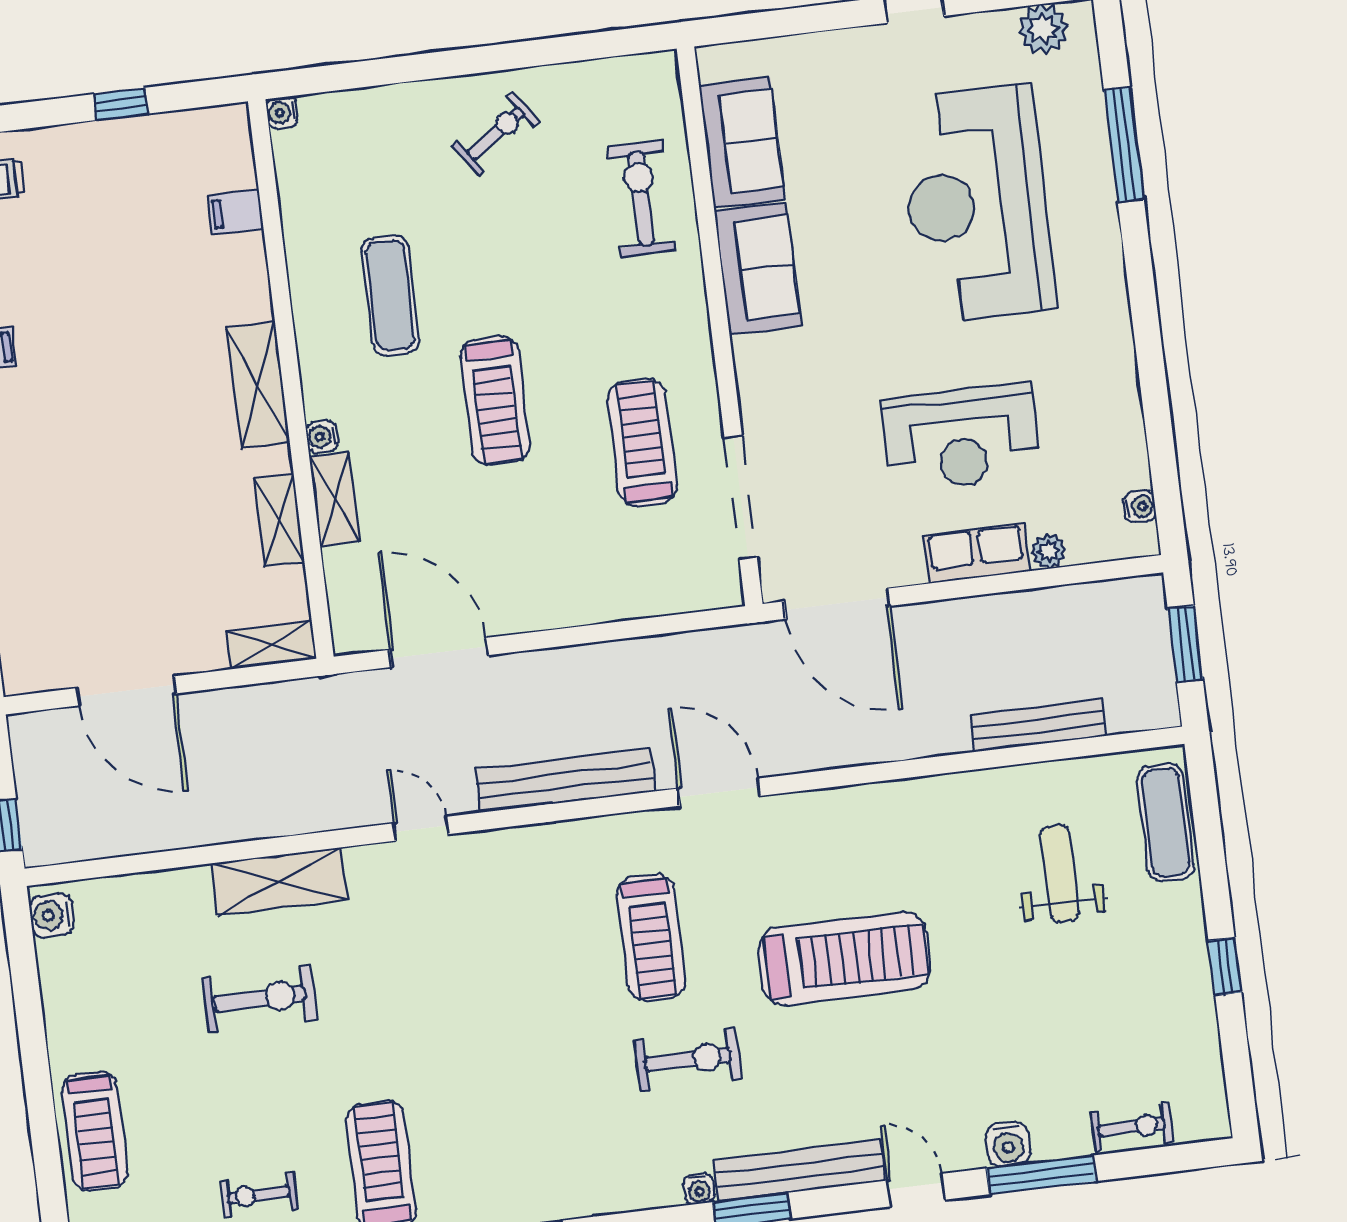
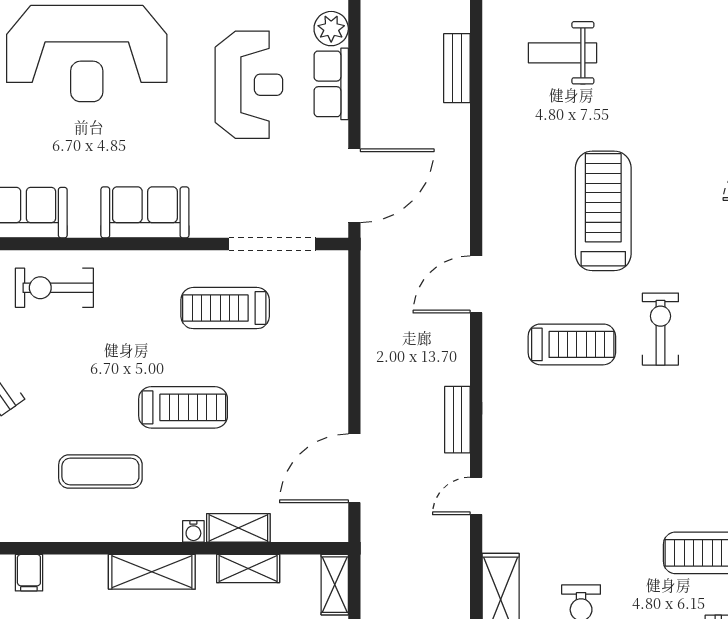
sofa: (758, 269) -> (145, 212), moved
plant: (1048, 551) -> (331, 29), width x1.38, depth x1.38
bench: (1038, 725) -> (457, 68), width x0.73
bench: (565, 780) -> (457, 420), width x0.54, depth x0.82

